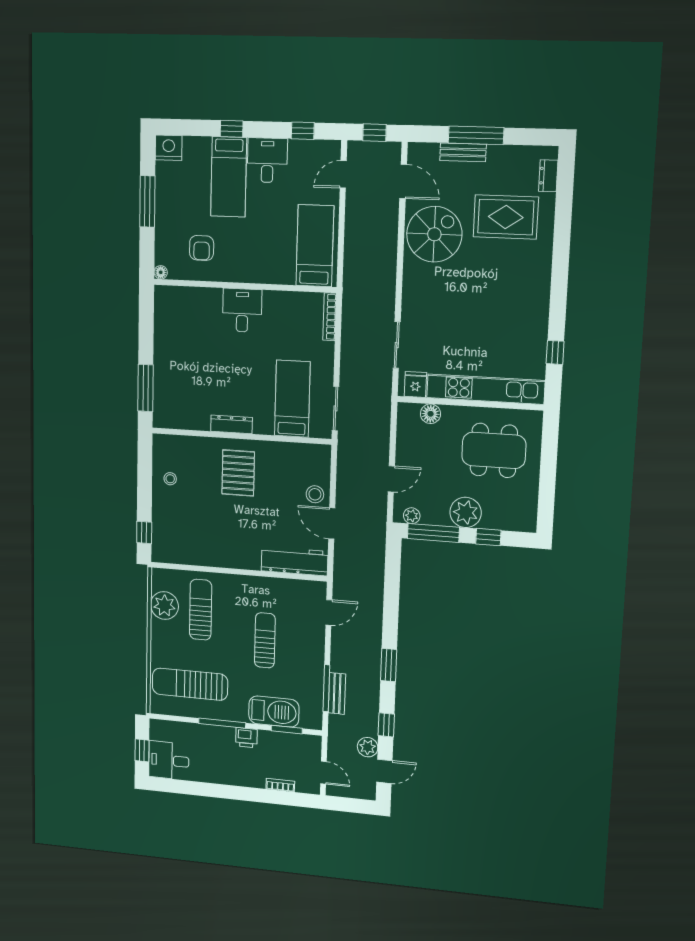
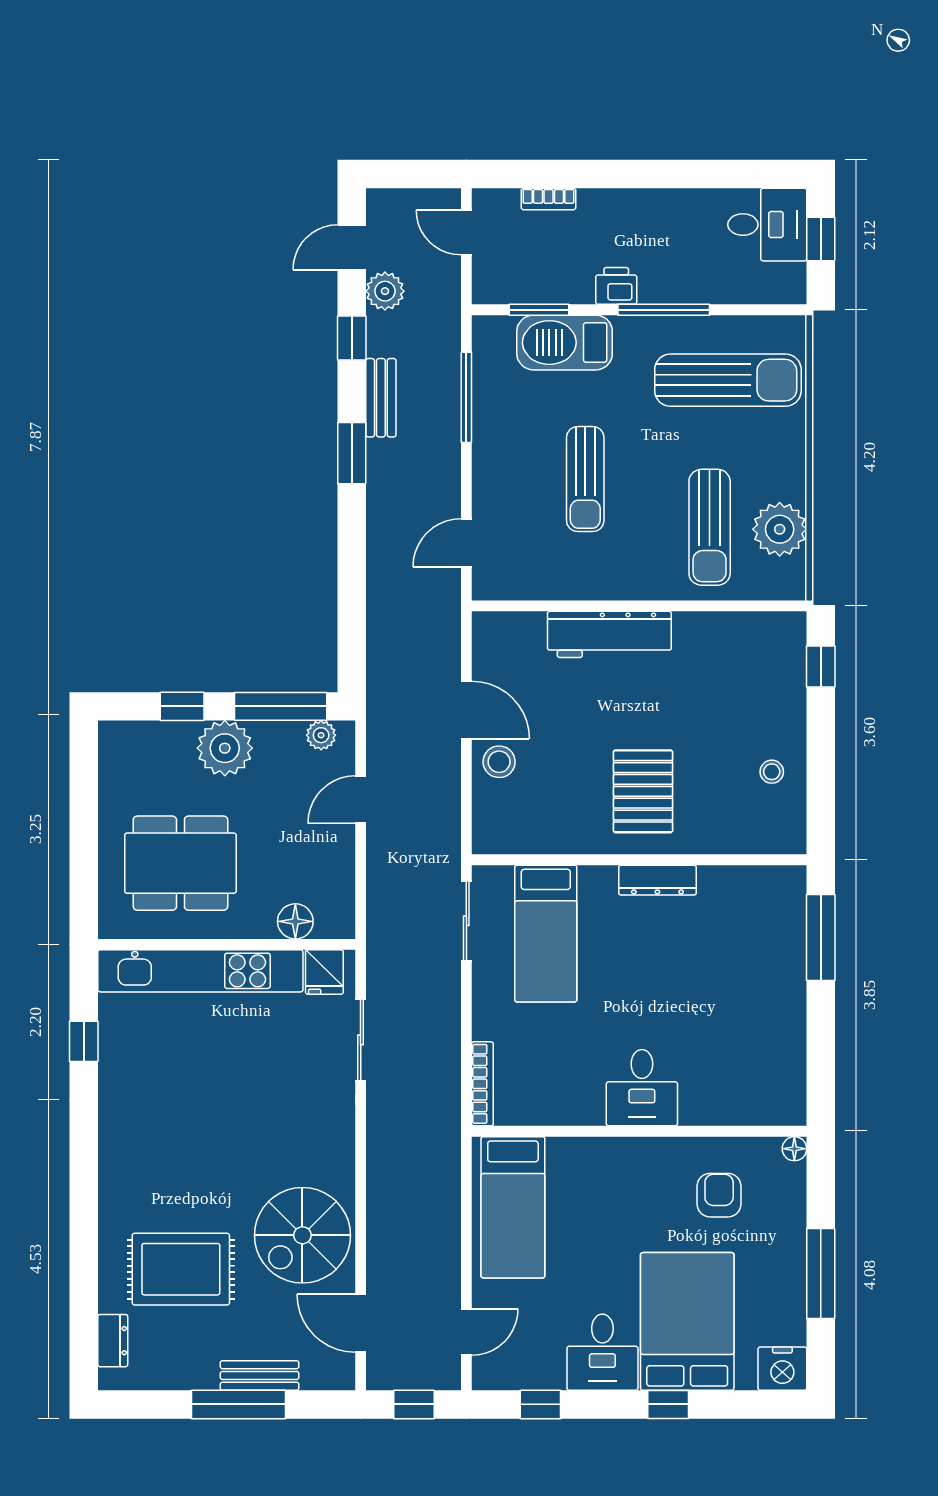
bed: (229, 177) -> (687, 1321), width x1.50
workbench: (294, 561) -> (609, 634), moved
bench: (337, 694) -> (381, 398), moved

